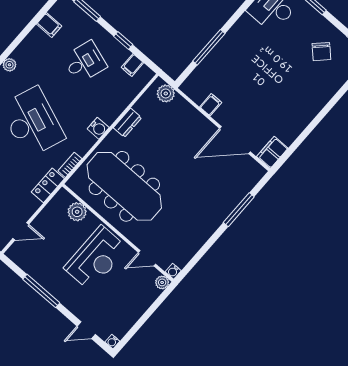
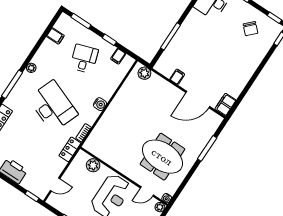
desk: (85, 62) -> (84, 59), turned -36
dresser: (128, 123) -> (120, 97), removed
meeting table: (124, 186) -> (162, 157), moved, width x0.73

